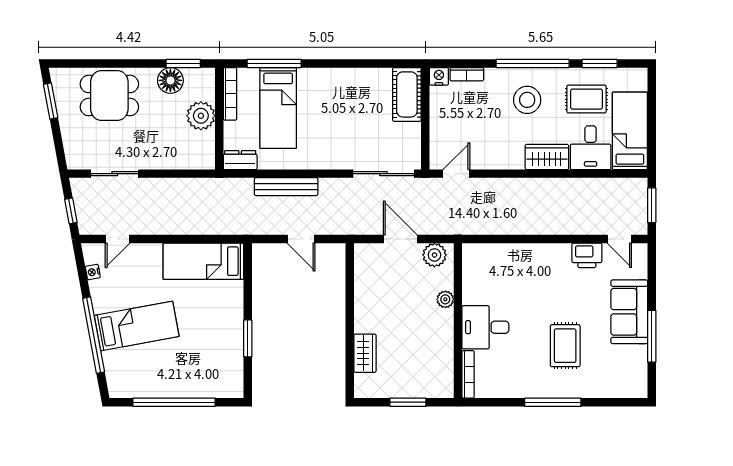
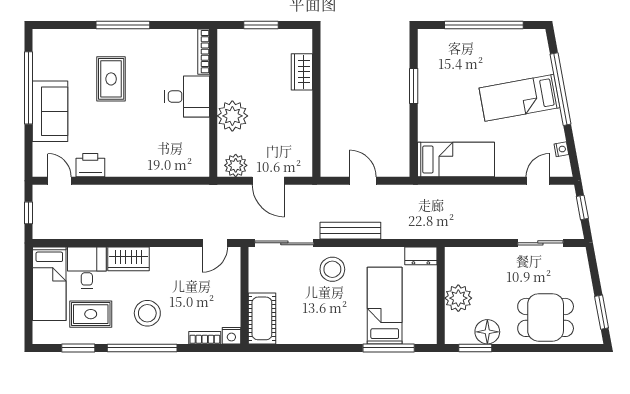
bookcase: (230, 94) -> (431, 319), removed
stool: (333, 146) -> (332, 269), added
bench: (286, 187) -> (350, 231), moved
window: (652, 205) -> (29, 213), width x0.67
plant: (445, 299) -> (232, 116), width x1.88, depth x1.88
window: (652, 336) -> (29, 88), width x1.46

